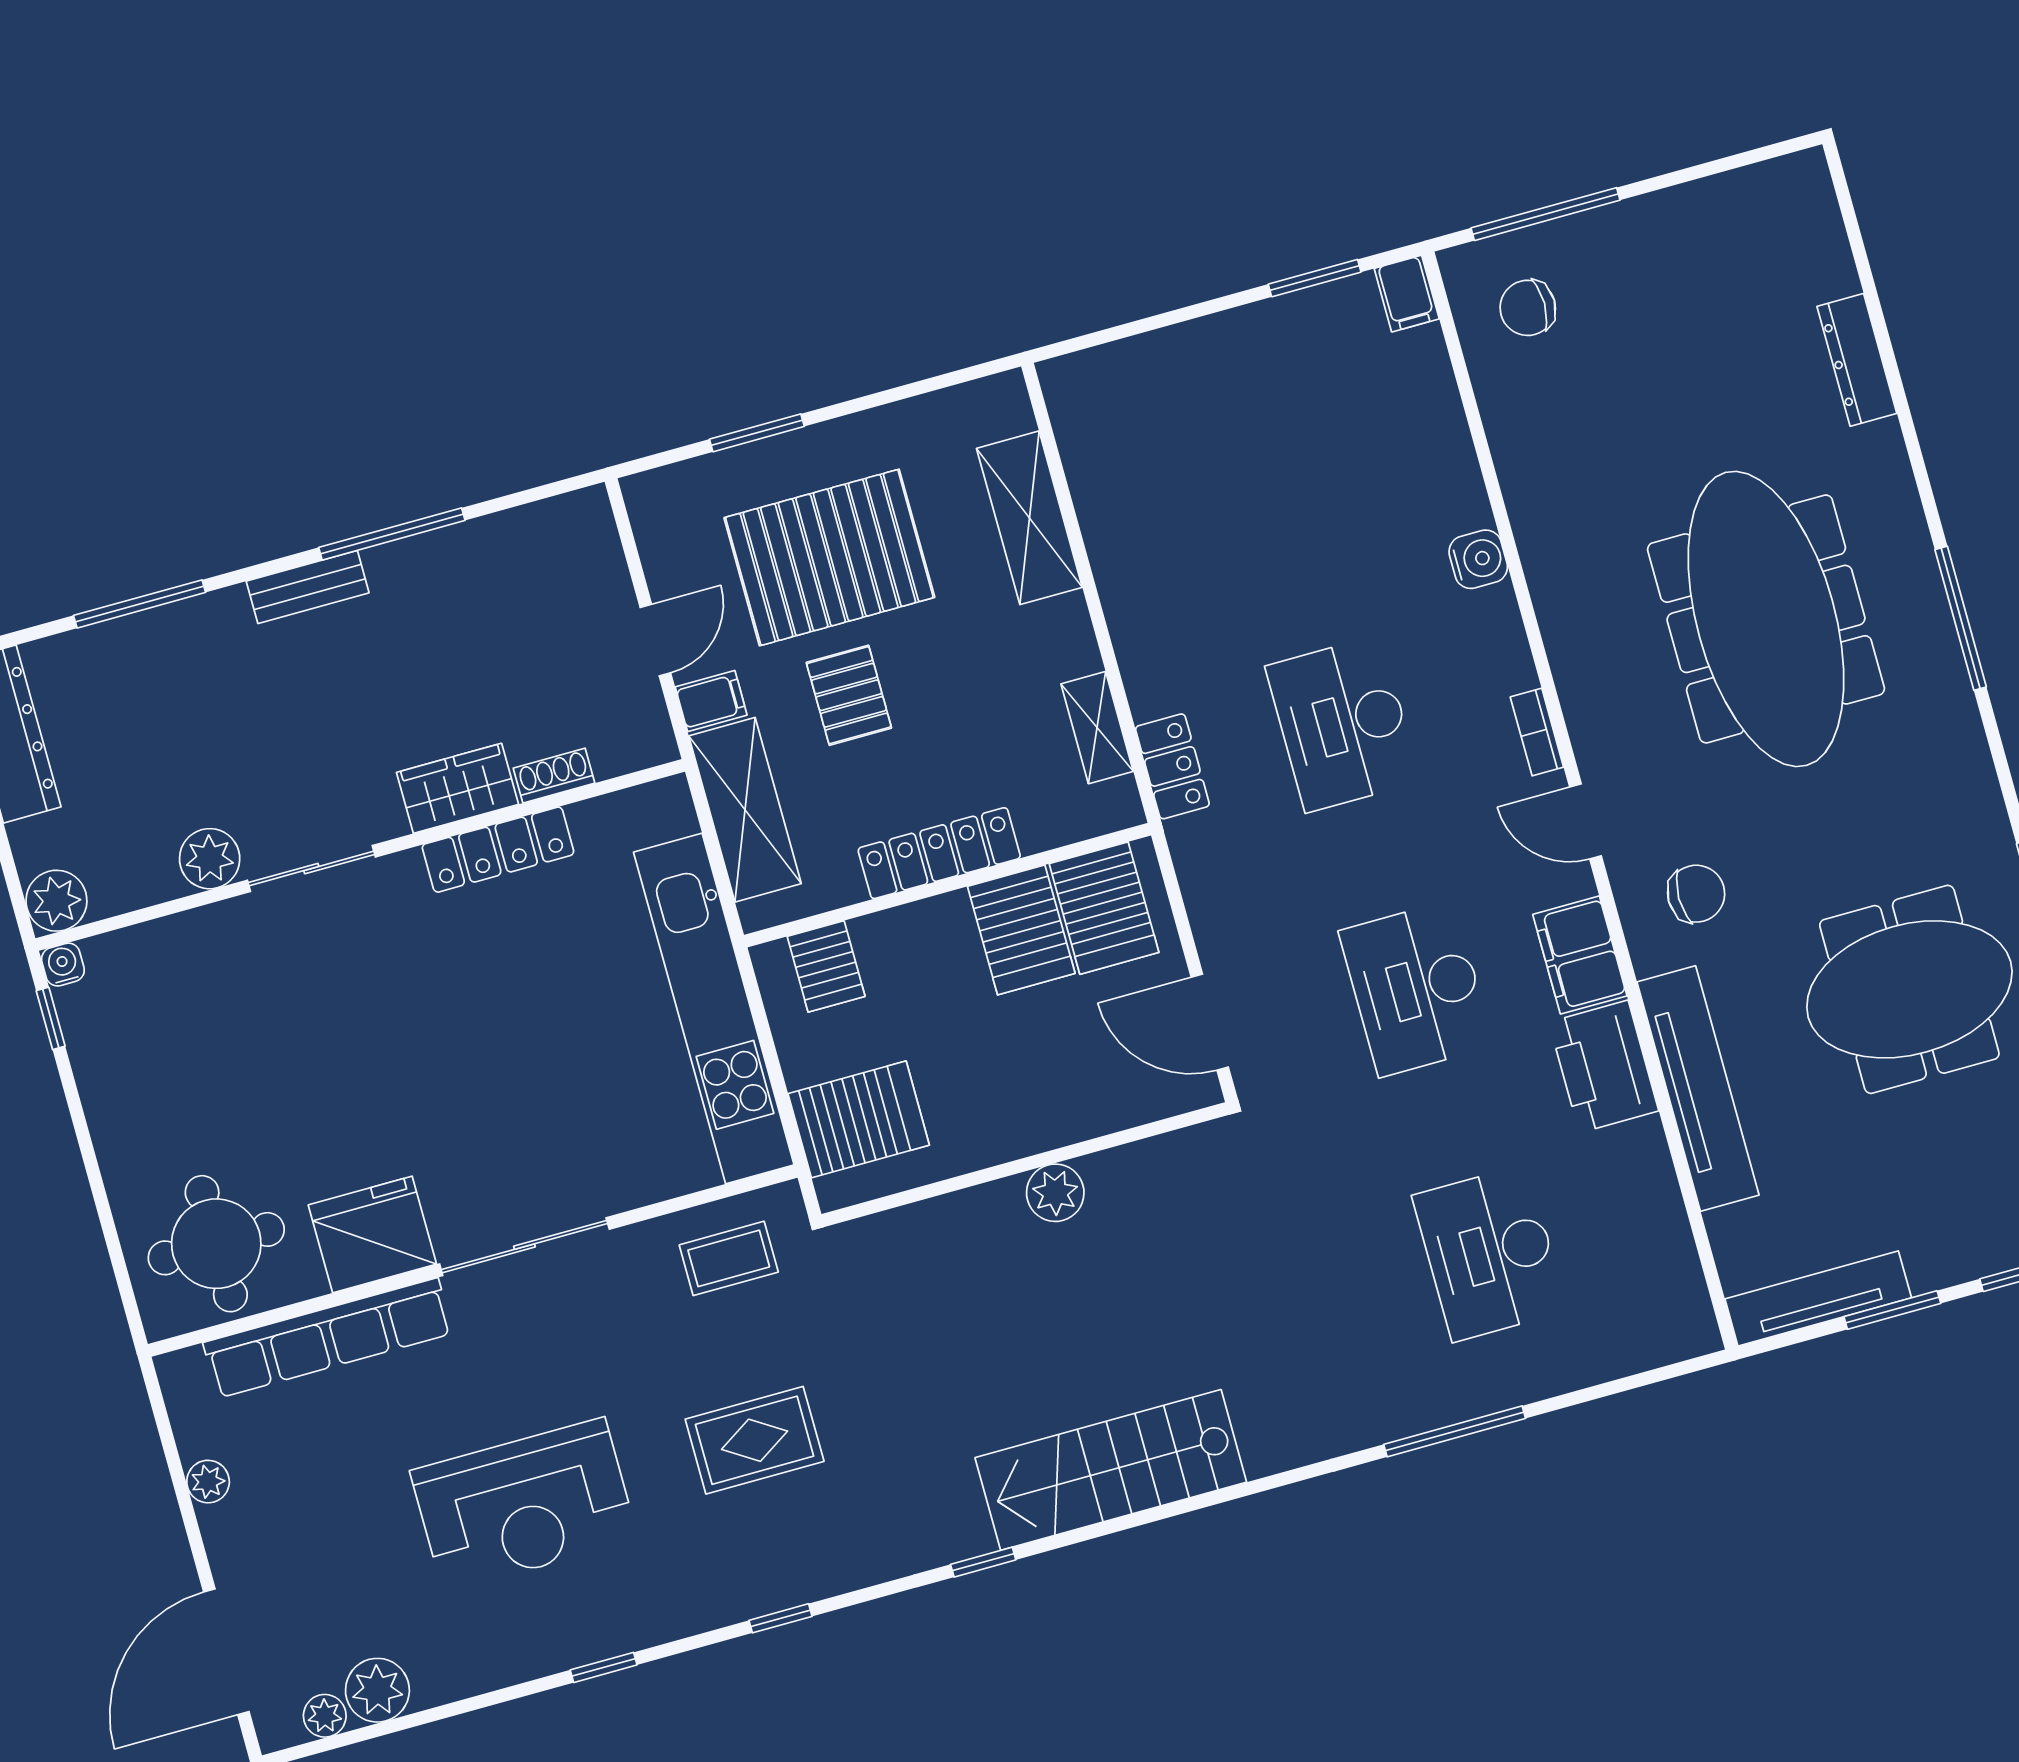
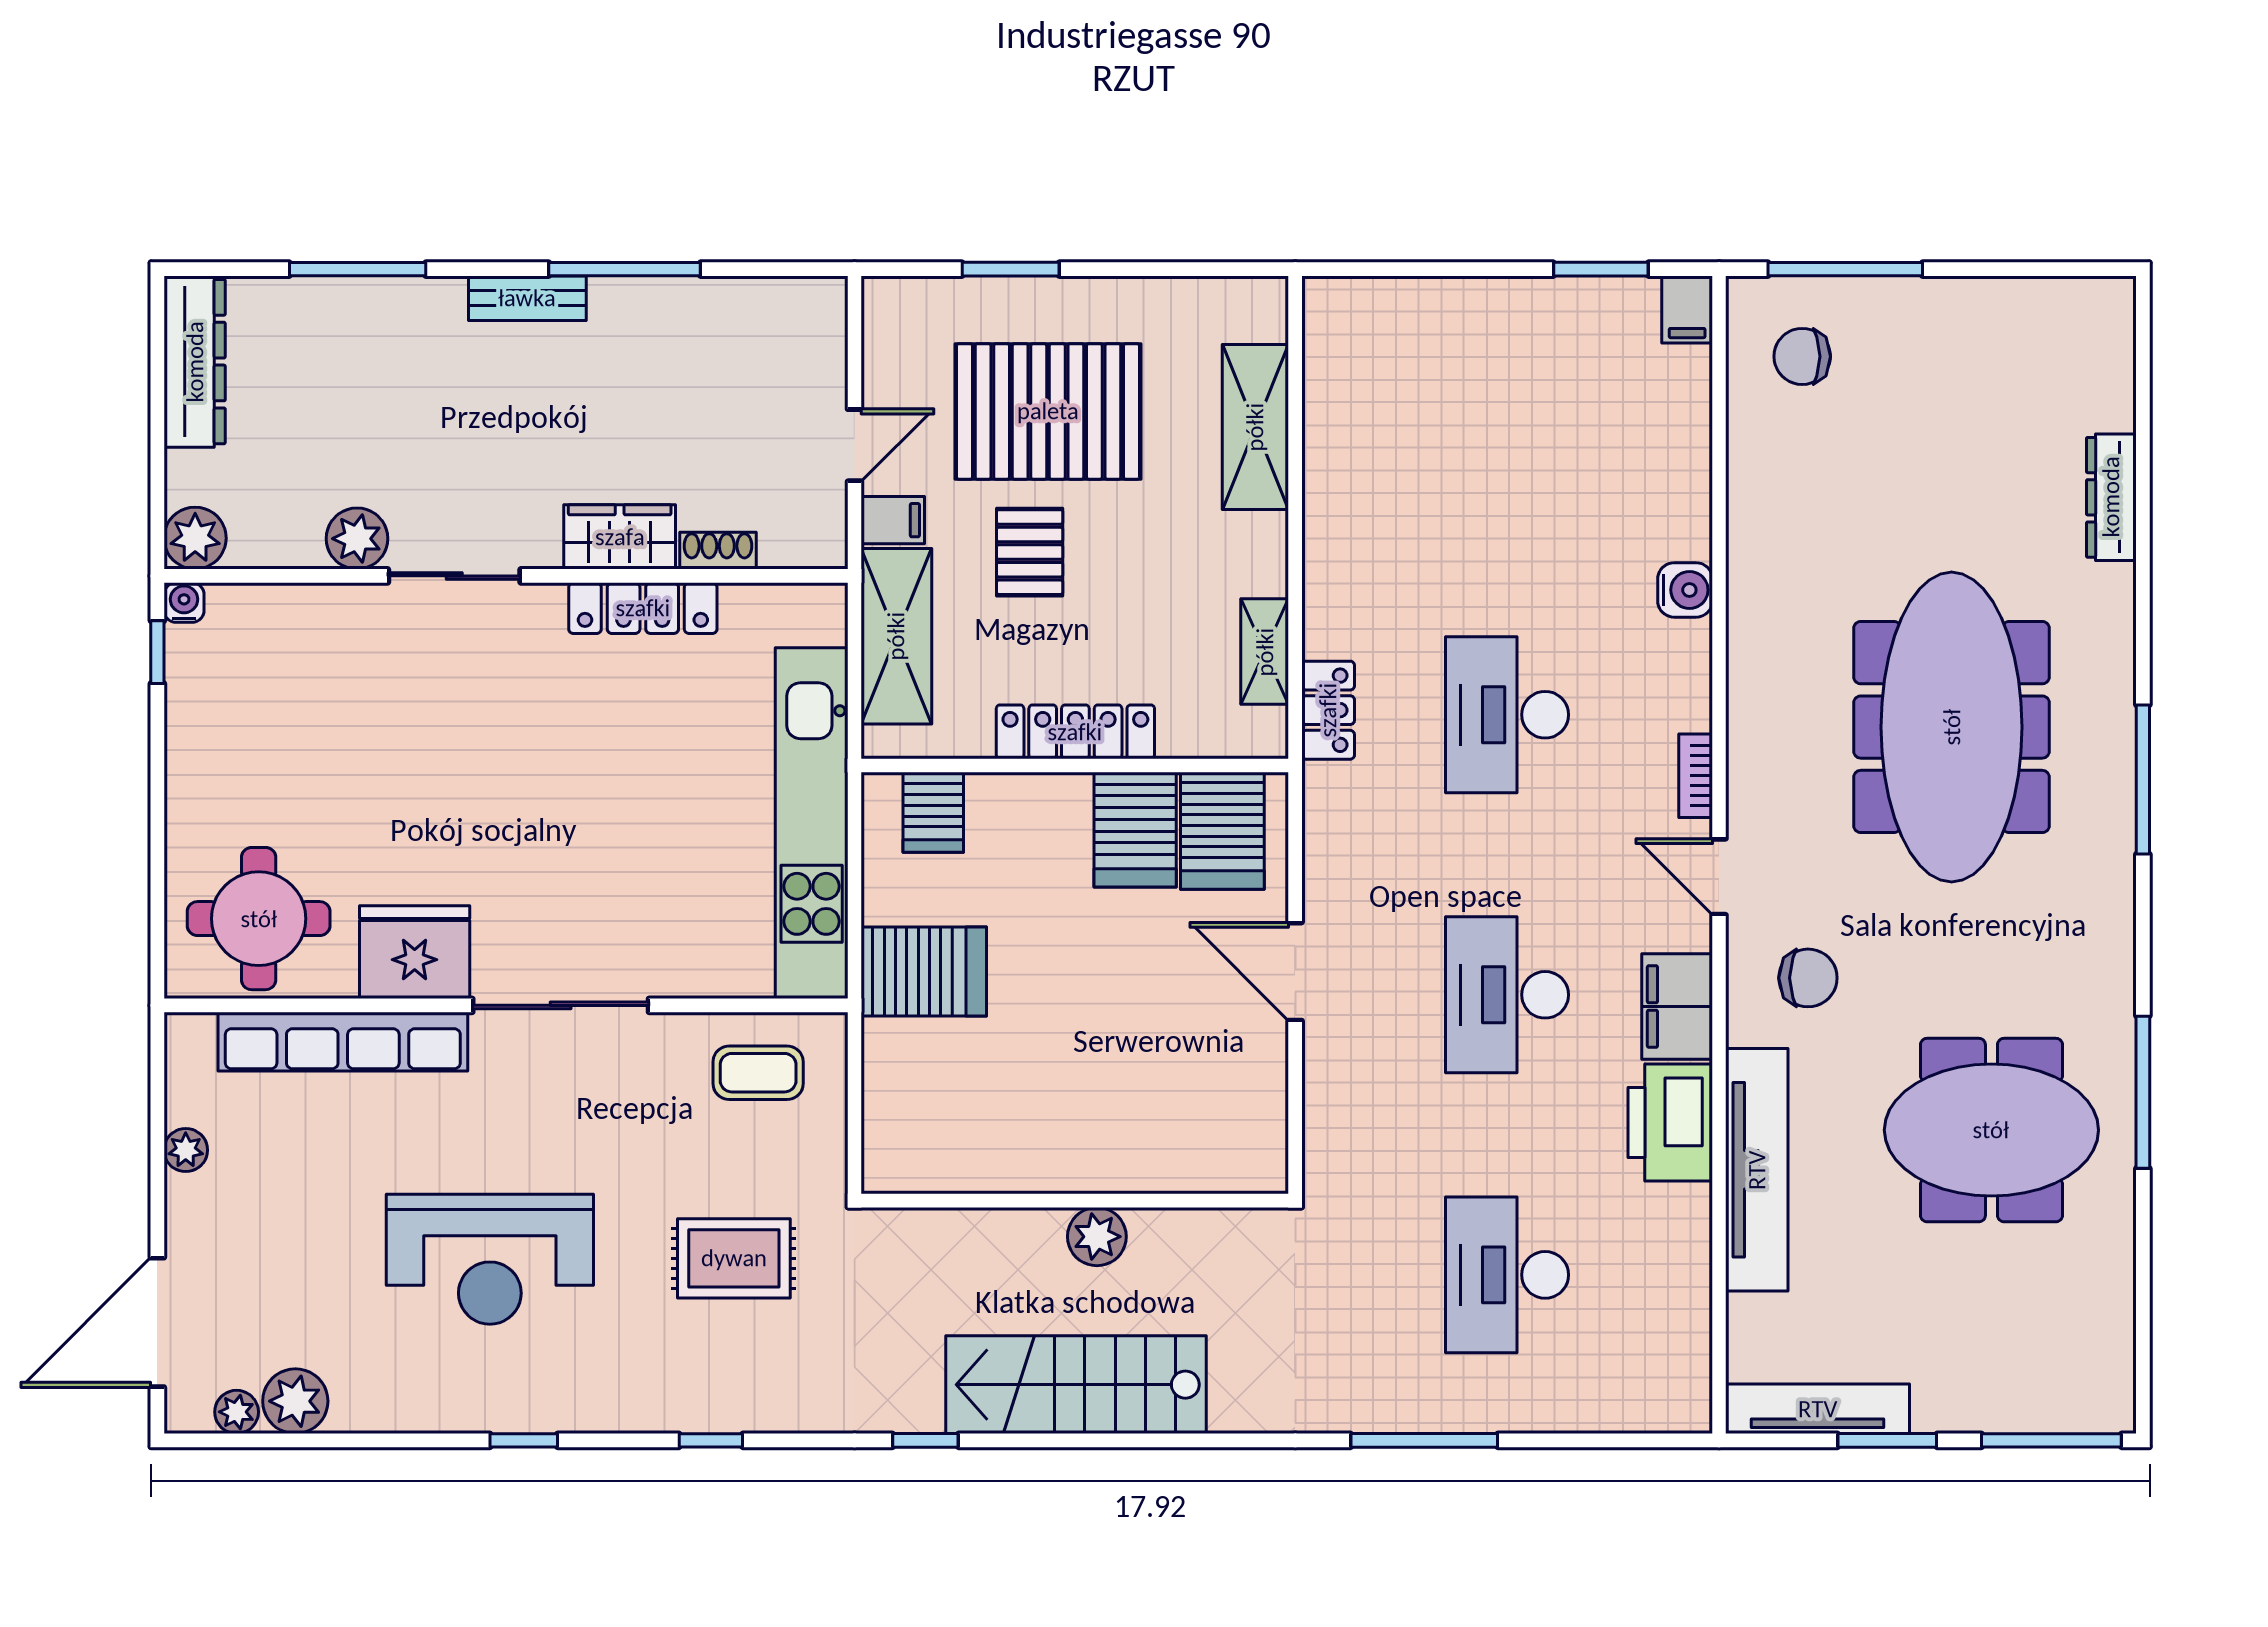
wall: (1025, 1164) -> (1075, 1201), moved
plant: (1055, 1193) -> (1097, 1237), moved

